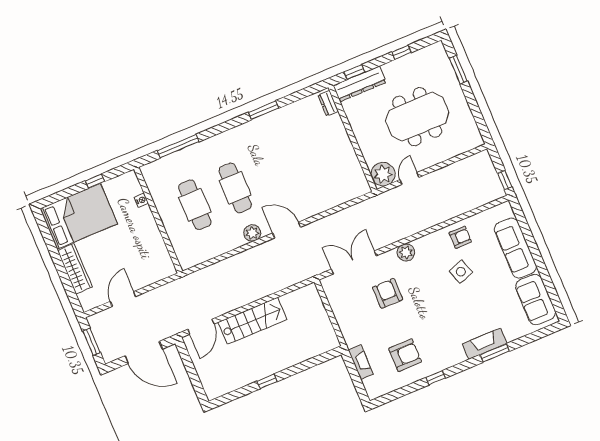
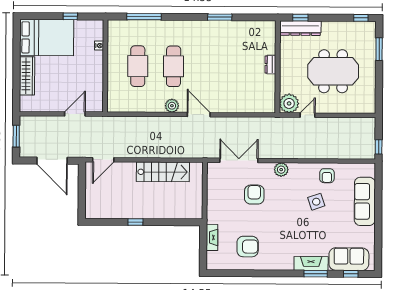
window: (402, 52) -> (361, 18), moved
dresser: (328, 103) -> (270, 65), moved
armchair: (460, 237) -> (327, 176), turned 90
door: (123, 299) -> (75, 114), moved
sofa: (535, 300) -> (349, 259), moved, turned 90
stairs: (252, 321) -> (163, 172), moved
window: (435, 378) -> (351, 274), moved

